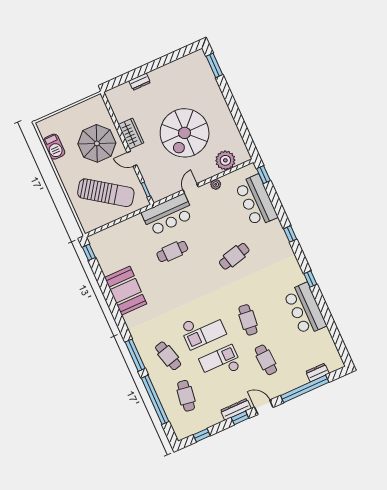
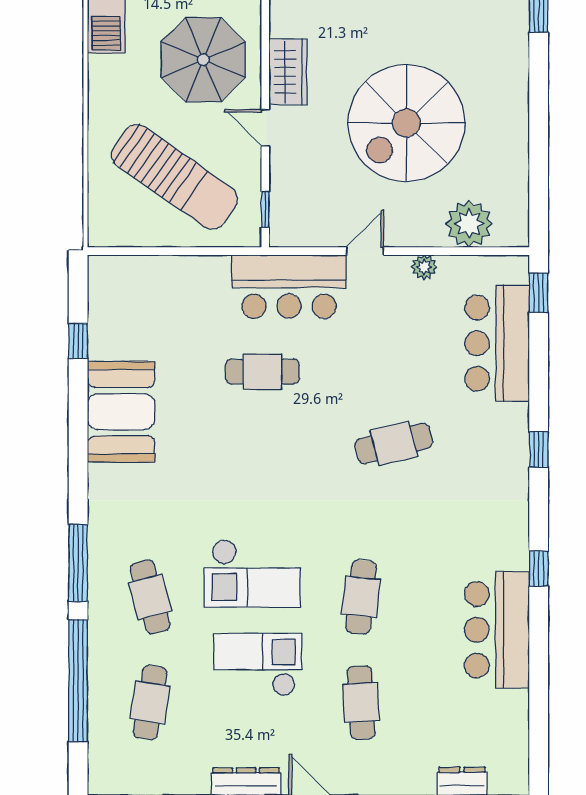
window: (89, 252) -> (78, 341), moved

